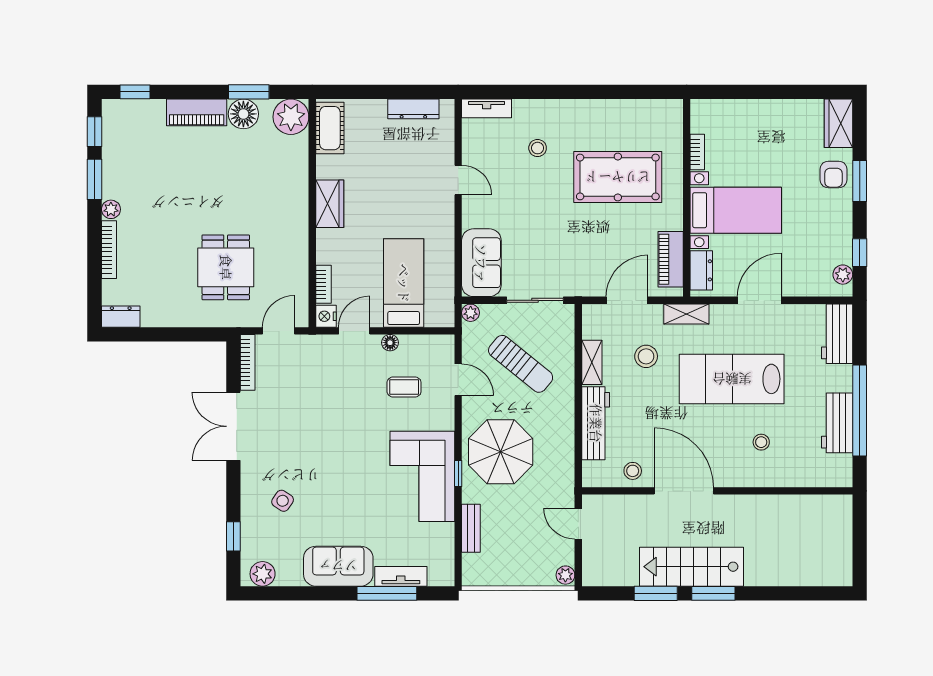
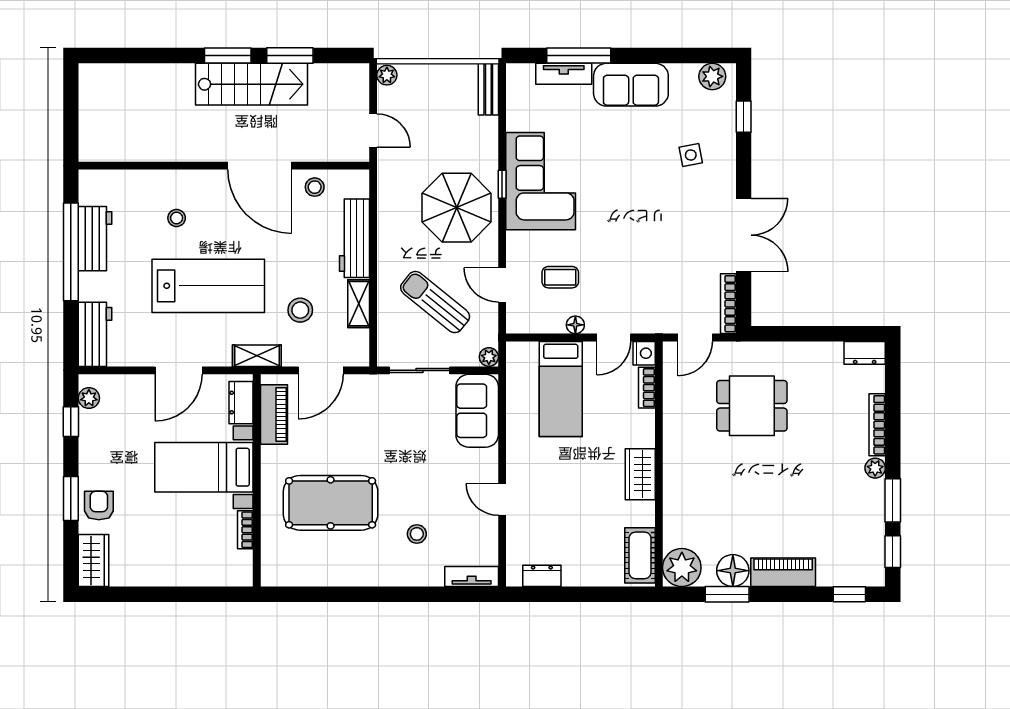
dresser: (413, 109) -> (542, 576), width x0.70
dining table: (226, 267) -> (752, 406), turned 90
side table: (283, 501) -> (691, 155), turned 45
bench: (471, 528) -> (488, 89), moved

